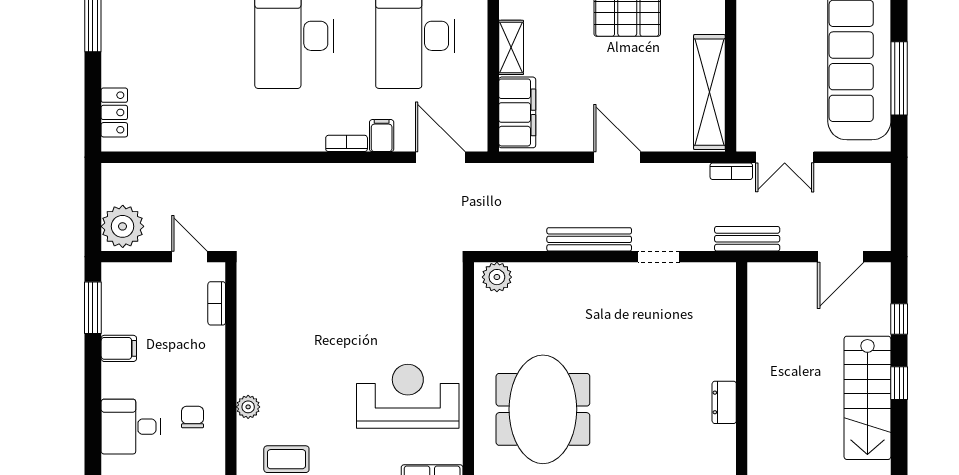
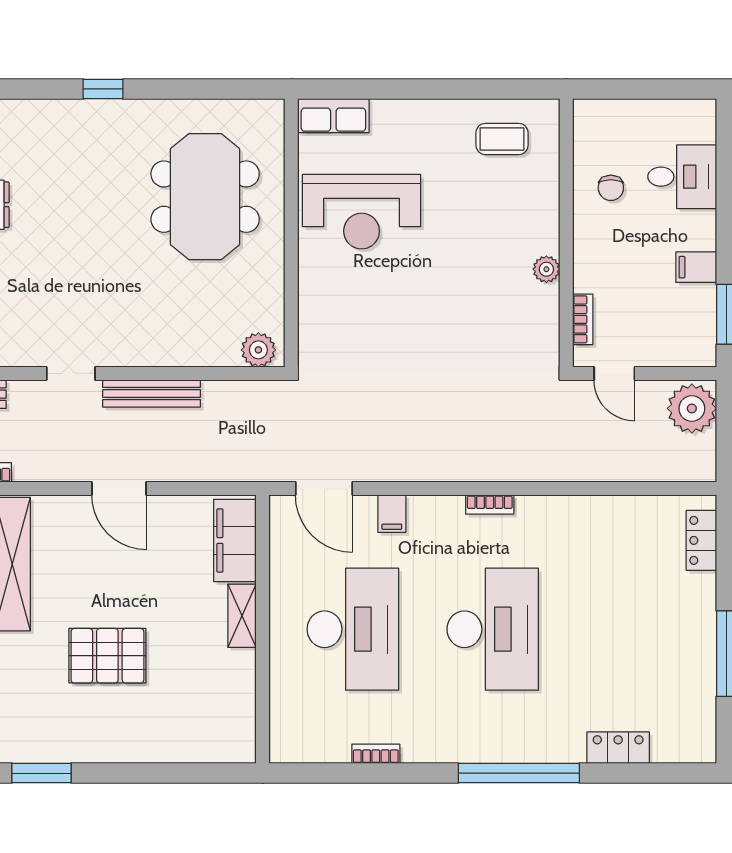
bookcase: (347, 143) -> (490, 505), moved
plant: (248, 407) -> (546, 269), moved

